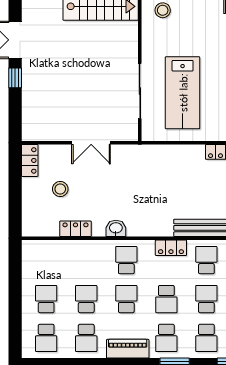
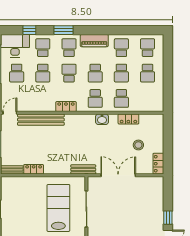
double door: (91, 143) -> (118, 175), width x1.37
bench: (145, 152) -> (83, 169), added
school desk: (206, 260) -> (121, 98), moved

